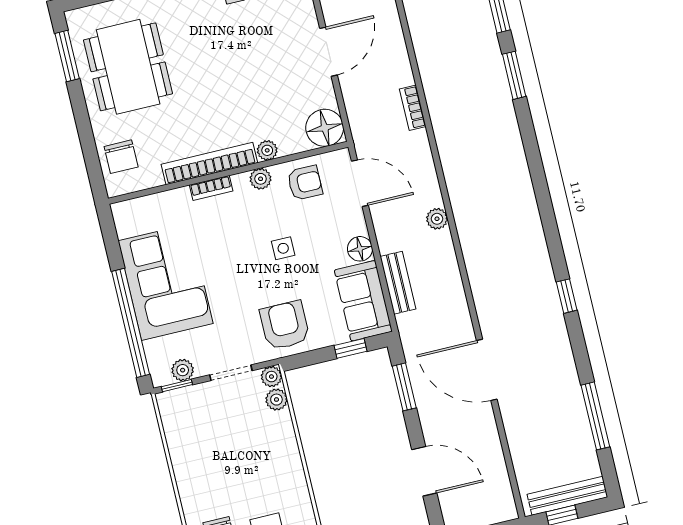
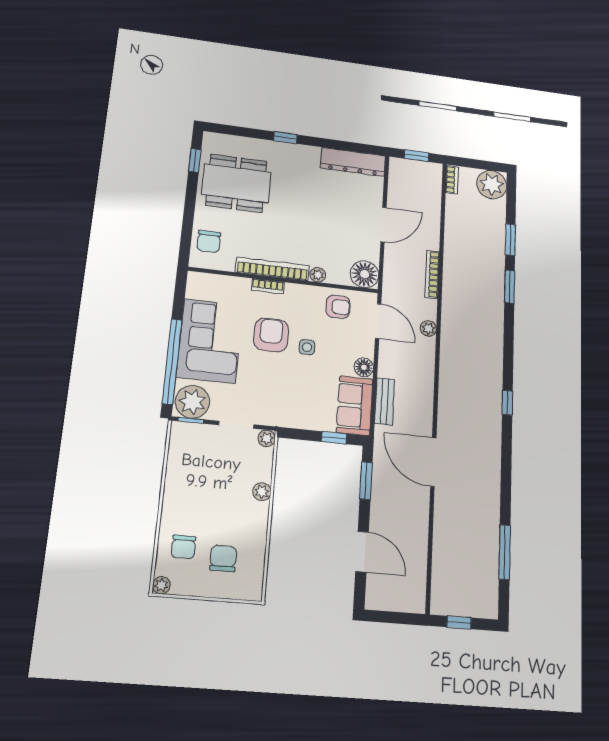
window: (67, 56) -> (195, 160), width x0.67
dining table: (128, 67) -> (236, 183), turned 90
bookcase: (413, 108) -> (432, 274), width x1.56
plant: (261, 179) -> (306, 293), removed
plant: (437, 219) -> (428, 328), moved
window: (567, 296) -> (507, 403), moved
armchair: (285, 325) -> (271, 335), moved
plant: (183, 370) -> (192, 402), width x1.87, depth x1.87
door: (487, 370) -> (433, 462), moved
plant: (276, 400) -> (262, 492), moved
bench: (567, 496) -> (467, 608), removed

